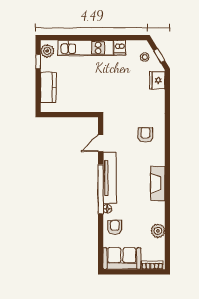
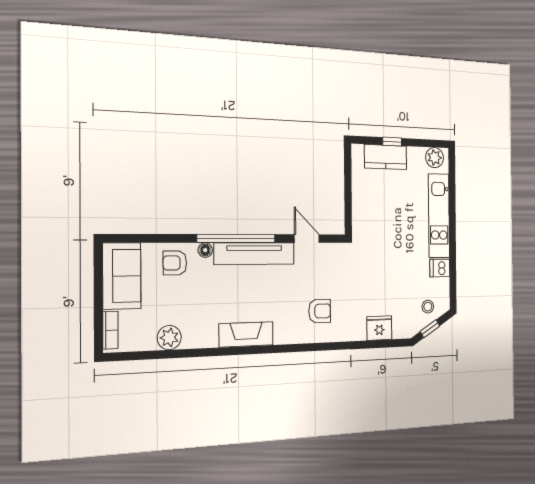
window: (38, 62) -> (392, 142), moved
fridge: (157, 80) -> (379, 328), moved
armchair: (115, 227) -> (175, 263), turned 180

